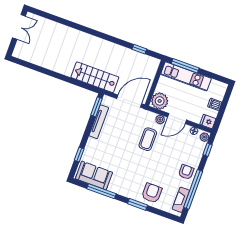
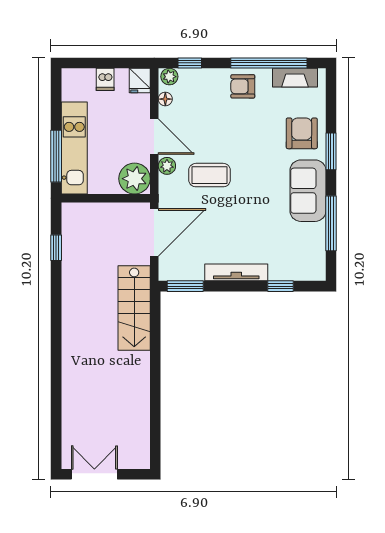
door: (129, 101) -> (154, 232), swing flipped
tv unit: (99, 122) -> (236, 272), moved
sofa: (94, 175) -> (308, 191), moved
armchair: (152, 193) -> (302, 133), turned 90

